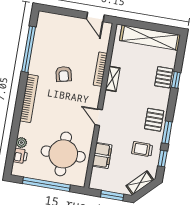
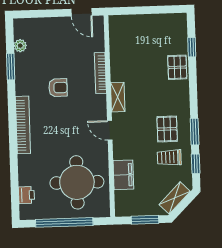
shelving: (150, 38) -> (151, 24), removed
window: (29, 49) -> (11, 67), width x0.47
armchair: (64, 74) -> (58, 88), turned -77
shelving: (113, 79) -> (118, 97), moved
window: (176, 80) -> (192, 47), moved
pallet: (154, 120) -> (167, 129), moved
plant: (21, 143) -> (20, 46), moved

